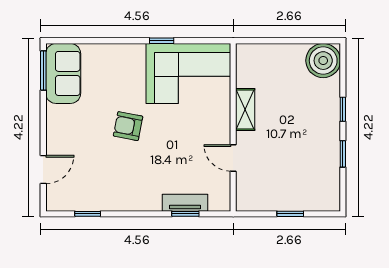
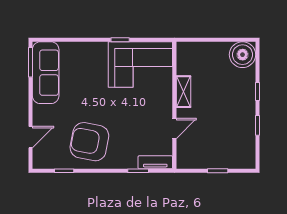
sofa: (63, 73) -> (46, 73), width x1.36
armchair: (128, 126) -> (89, 142), moved, width x1.88, depth x1.88
door: (233, 158) -> (174, 128), swing flipped
tv unit: (185, 203) -> (155, 162), moved

